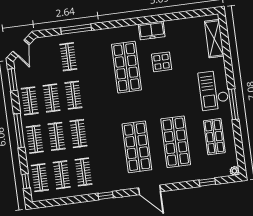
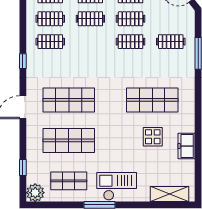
freezer: (152, 30) -> (186, 146), moved
clothes rail: (78, 134) -> (90, 42), removed
plant: (234, 171) -> (35, 193), width x1.87, depth x1.87

